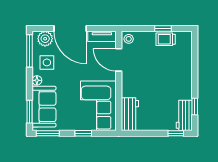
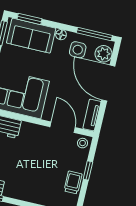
door: (70, 28) -> (108, 83), hinge flipped
window: (163, 28) -> (88, 170), moved
door: (119, 60) -> (63, 127), hinge flipped

